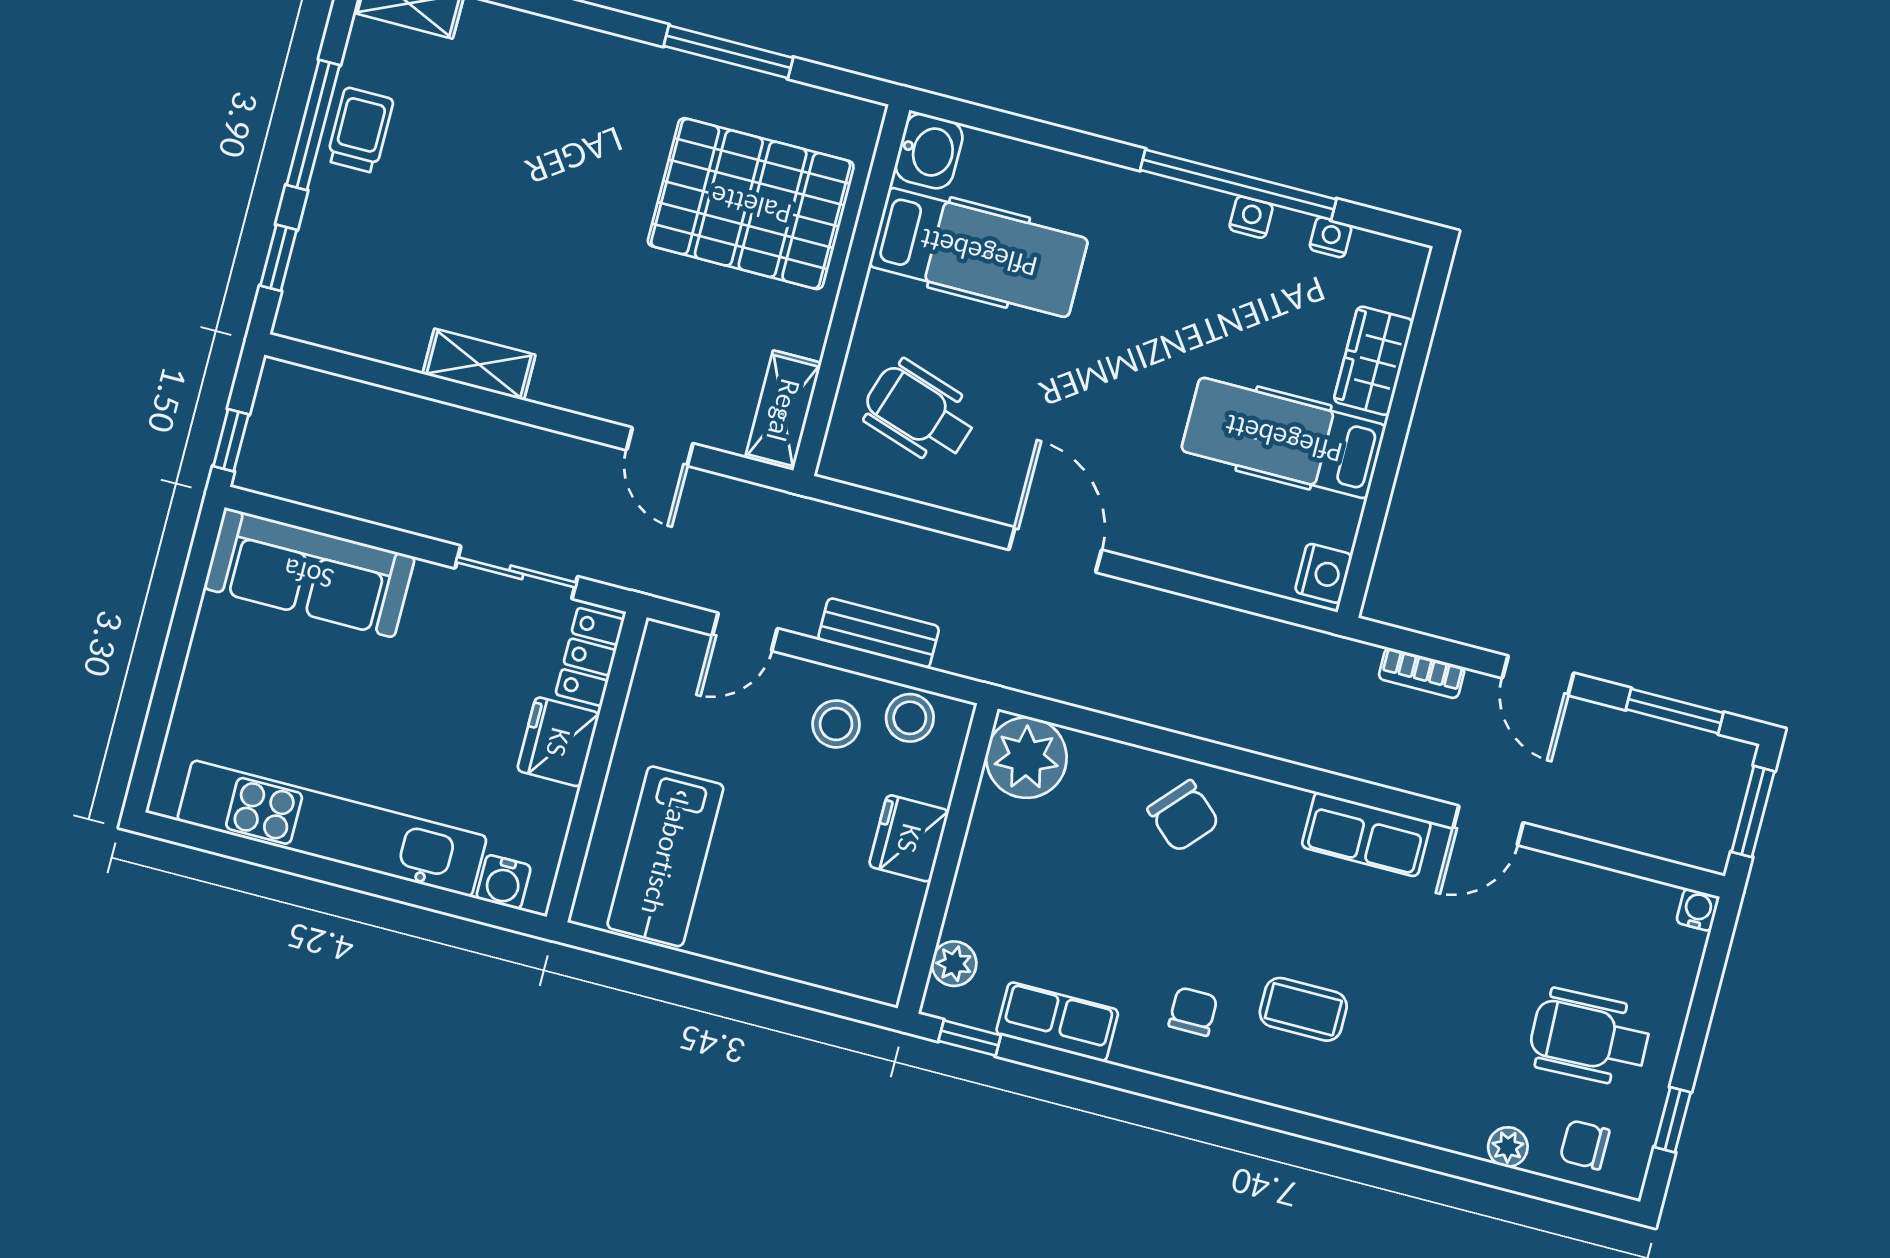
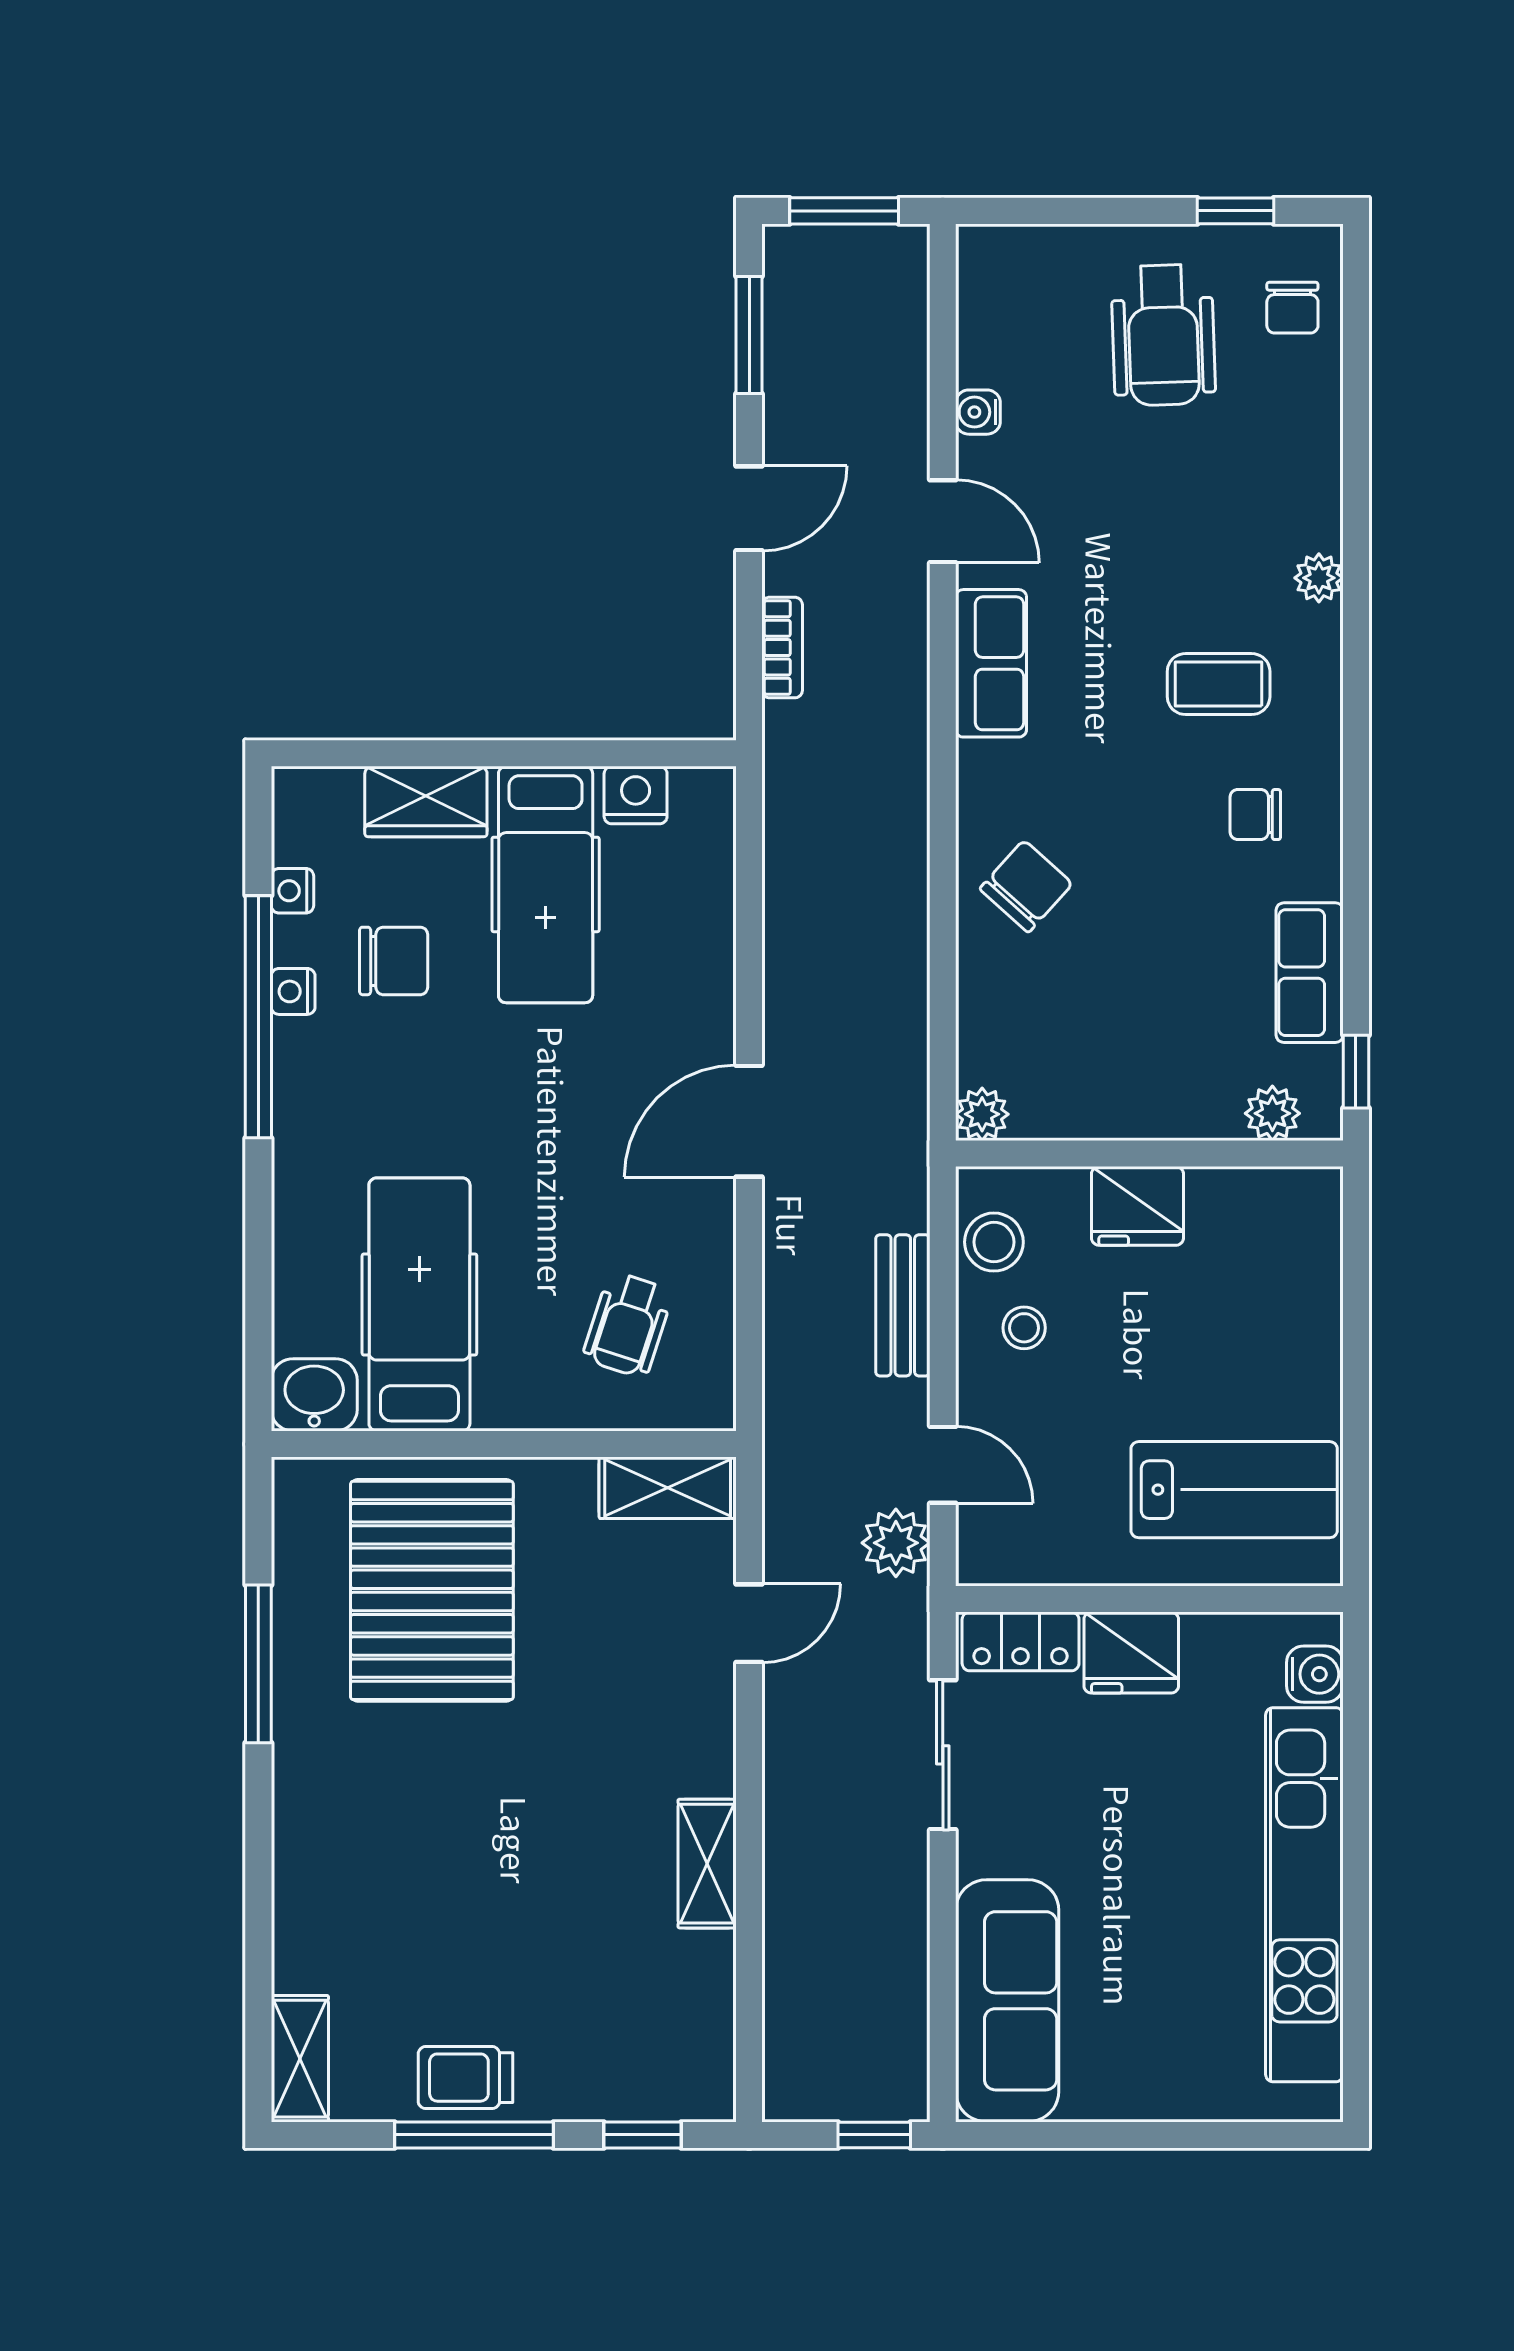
chair: (1254, 303) -> (394, 961), added
wheelchair: (920, 412) -> (628, 1325), width x0.73, depth x0.73
nightstand: (1324, 573) -> (636, 795), moved
plant: (693, 579) -> (896, 1543), added
stool: (836, 724) -> (1024, 1328), width x0.73, depth x0.73
plant: (1026, 758) -> (982, 1114), width x0.53, depth x0.53
water cooler: (1698, 910) -> (978, 412), moved
coffee table: (1303, 1009) -> (1219, 684), turned 90
plant: (1508, 1147) -> (1319, 578), moved

